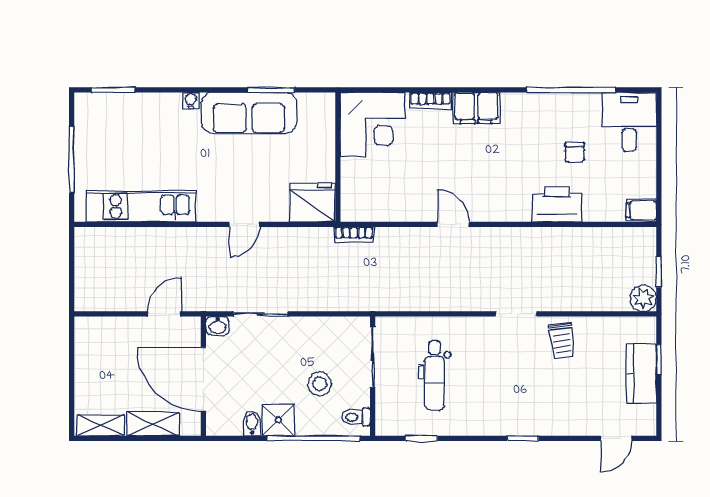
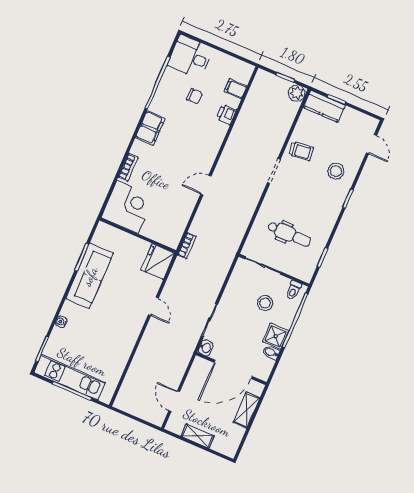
water cooler: (191, 101) -> (61, 322), moved
filing cabinet: (476, 108) -> (150, 128), moved
printer: (557, 204) -> (226, 114), width x0.53, depth x0.68
kitchen unit: (141, 206) -> (70, 377), moved, turned 90
filing cabinet: (641, 210) -> (236, 89), moved, turned 90
door: (164, 314) -> (174, 401), moved
kitchen counter: (641, 374) -> (324, 106), moved
stool: (555, 404) -> (336, 171), added
shelving: (101, 425) -> (198, 436), moved, turned 90

